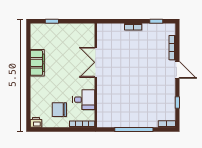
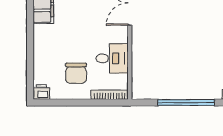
chair: (59, 110) -> (76, 73), turned -90

